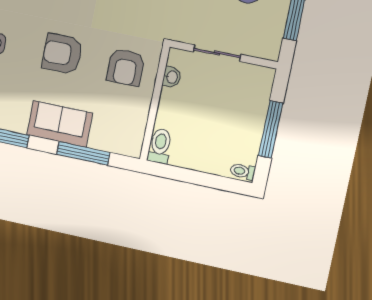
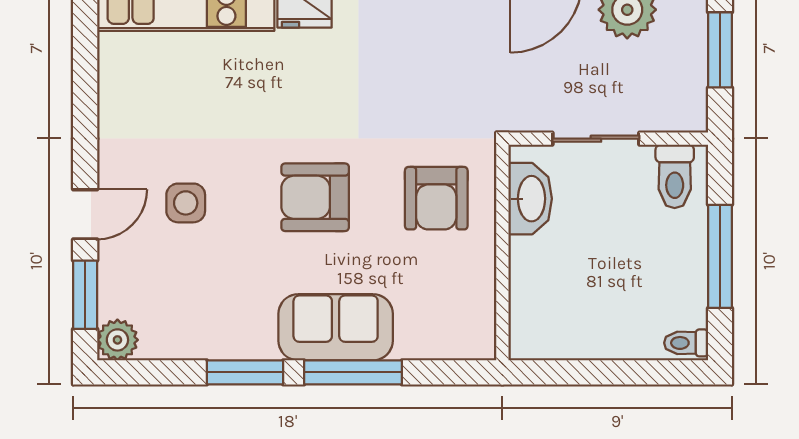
washbasin: (172, 77) -> (530, 199), width x1.91, depth x1.45
toilet: (160, 146) -> (675, 176), moved, turned 180
window: (83, 153) -> (353, 372), moved

